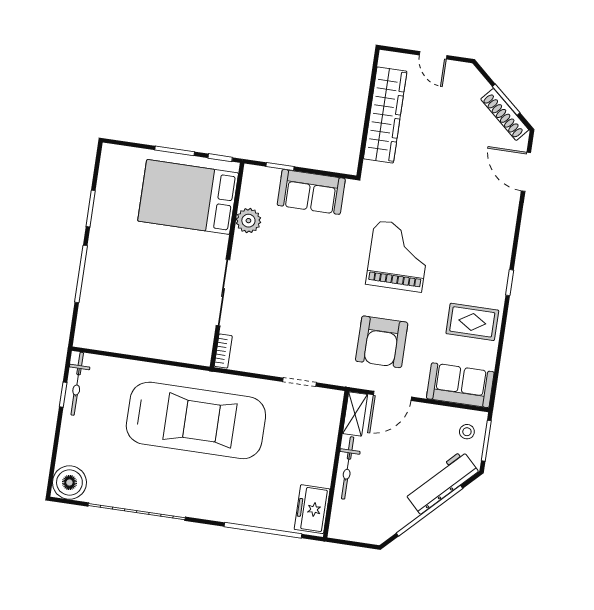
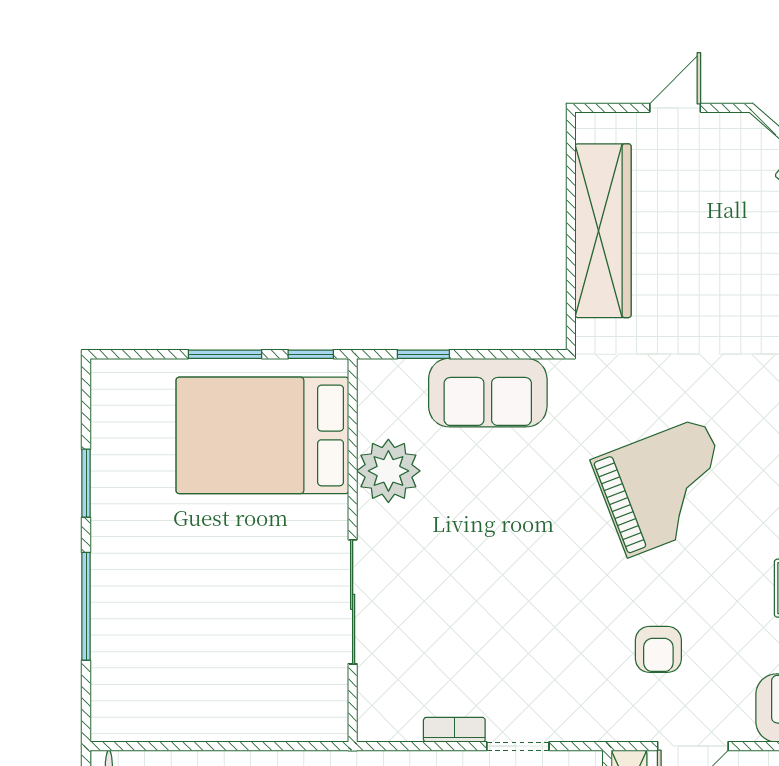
door: (433, 55) -> (675, 108), swing flipped
plant: (248, 221) -> (388, 471), width x1.36, depth x1.36
grand piano: (398, 256) -> (665, 487), turned 69
armchair: (382, 342) -> (658, 649), width x0.53, depth x0.53
bookcase: (223, 351) -> (454, 730), moved, turned -90

